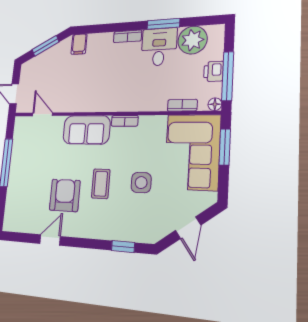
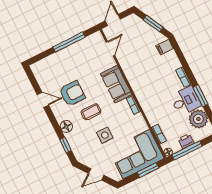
floor lamp: (100, 230) -> (66, 126), added

